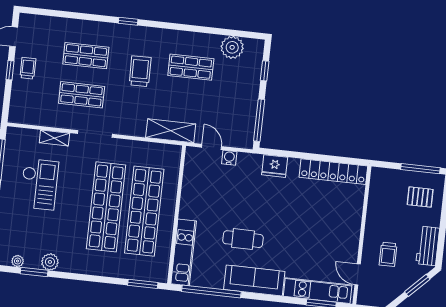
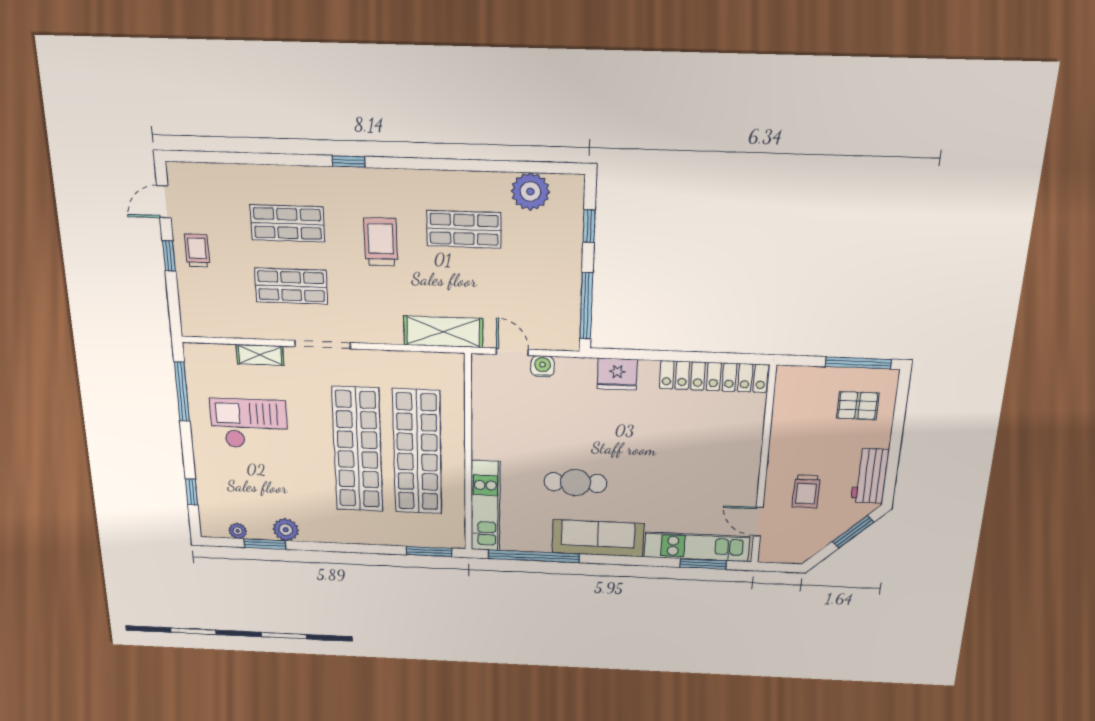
checkout: (39, 184) -> (249, 424), turned -90

